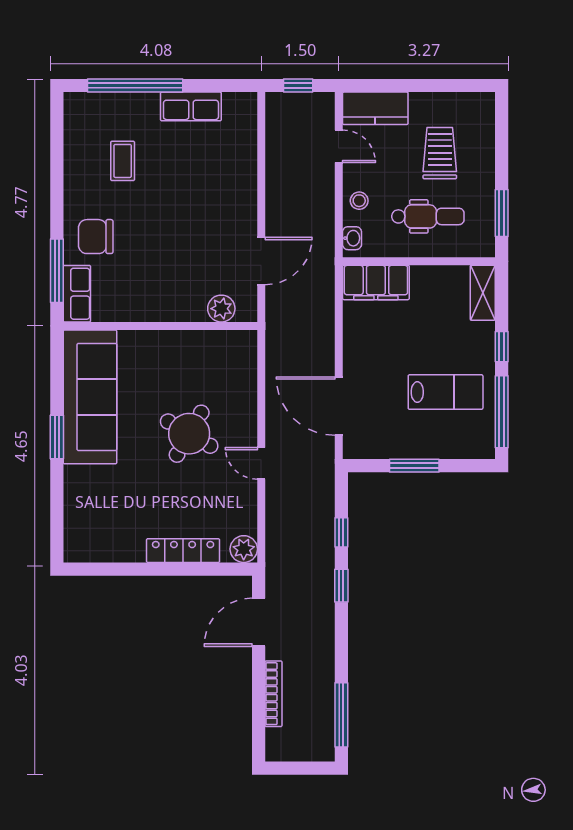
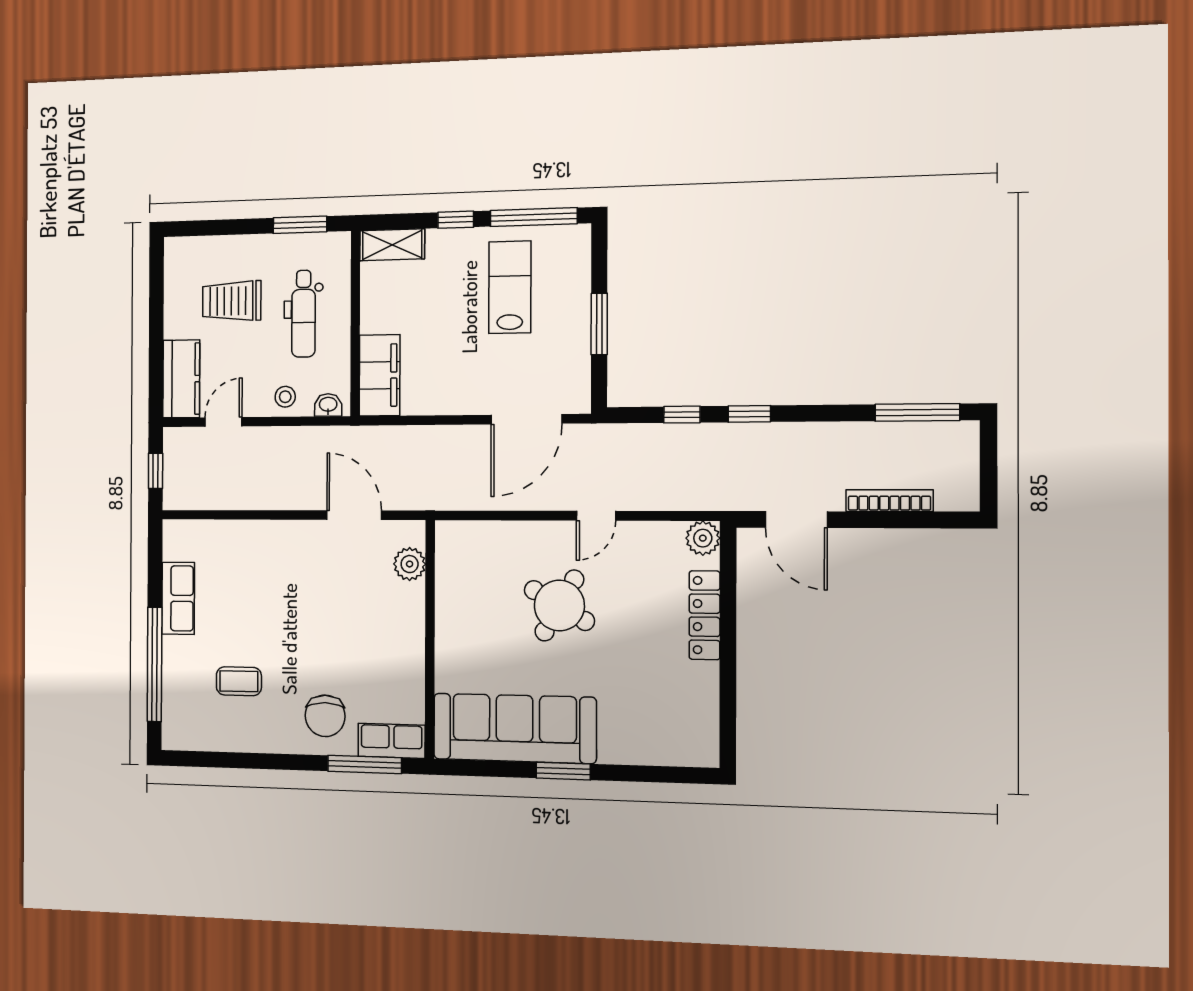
dental chair: (428, 216) -> (304, 314), turned 180

